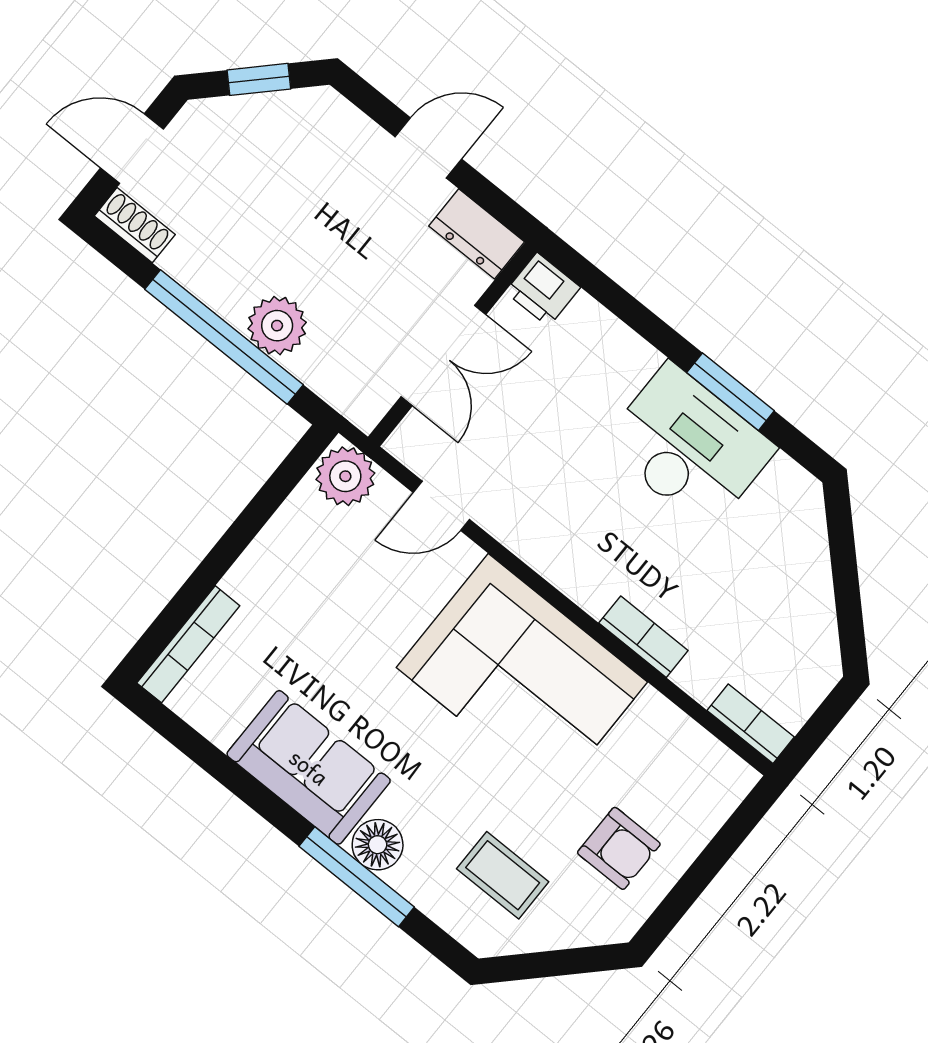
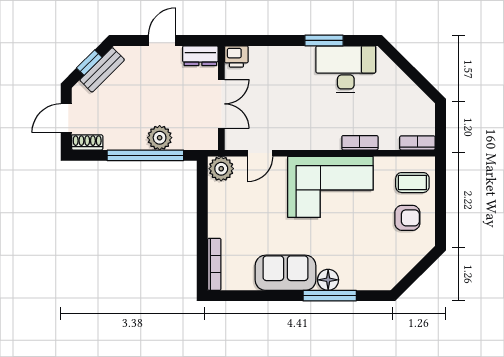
bench: (272, 112) -> (102, 70), added
desk: (689, 447) -> (346, 69), moved
coffee table: (503, 875) -> (412, 183), moved

